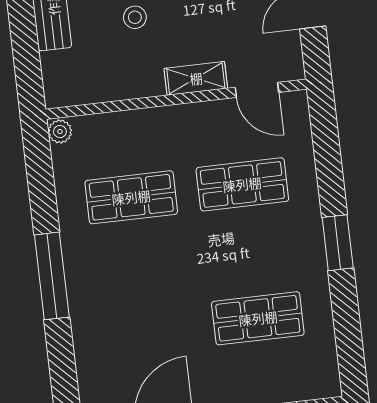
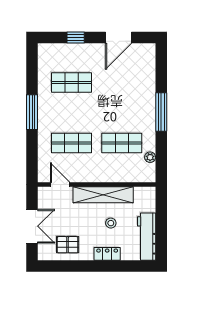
shelving: (196, 78) -> (103, 195), width x2.20, depth x1.33
plant: (60, 132) -> (150, 157), moved
window: (338, 243) -> (32, 112), width x1.44

